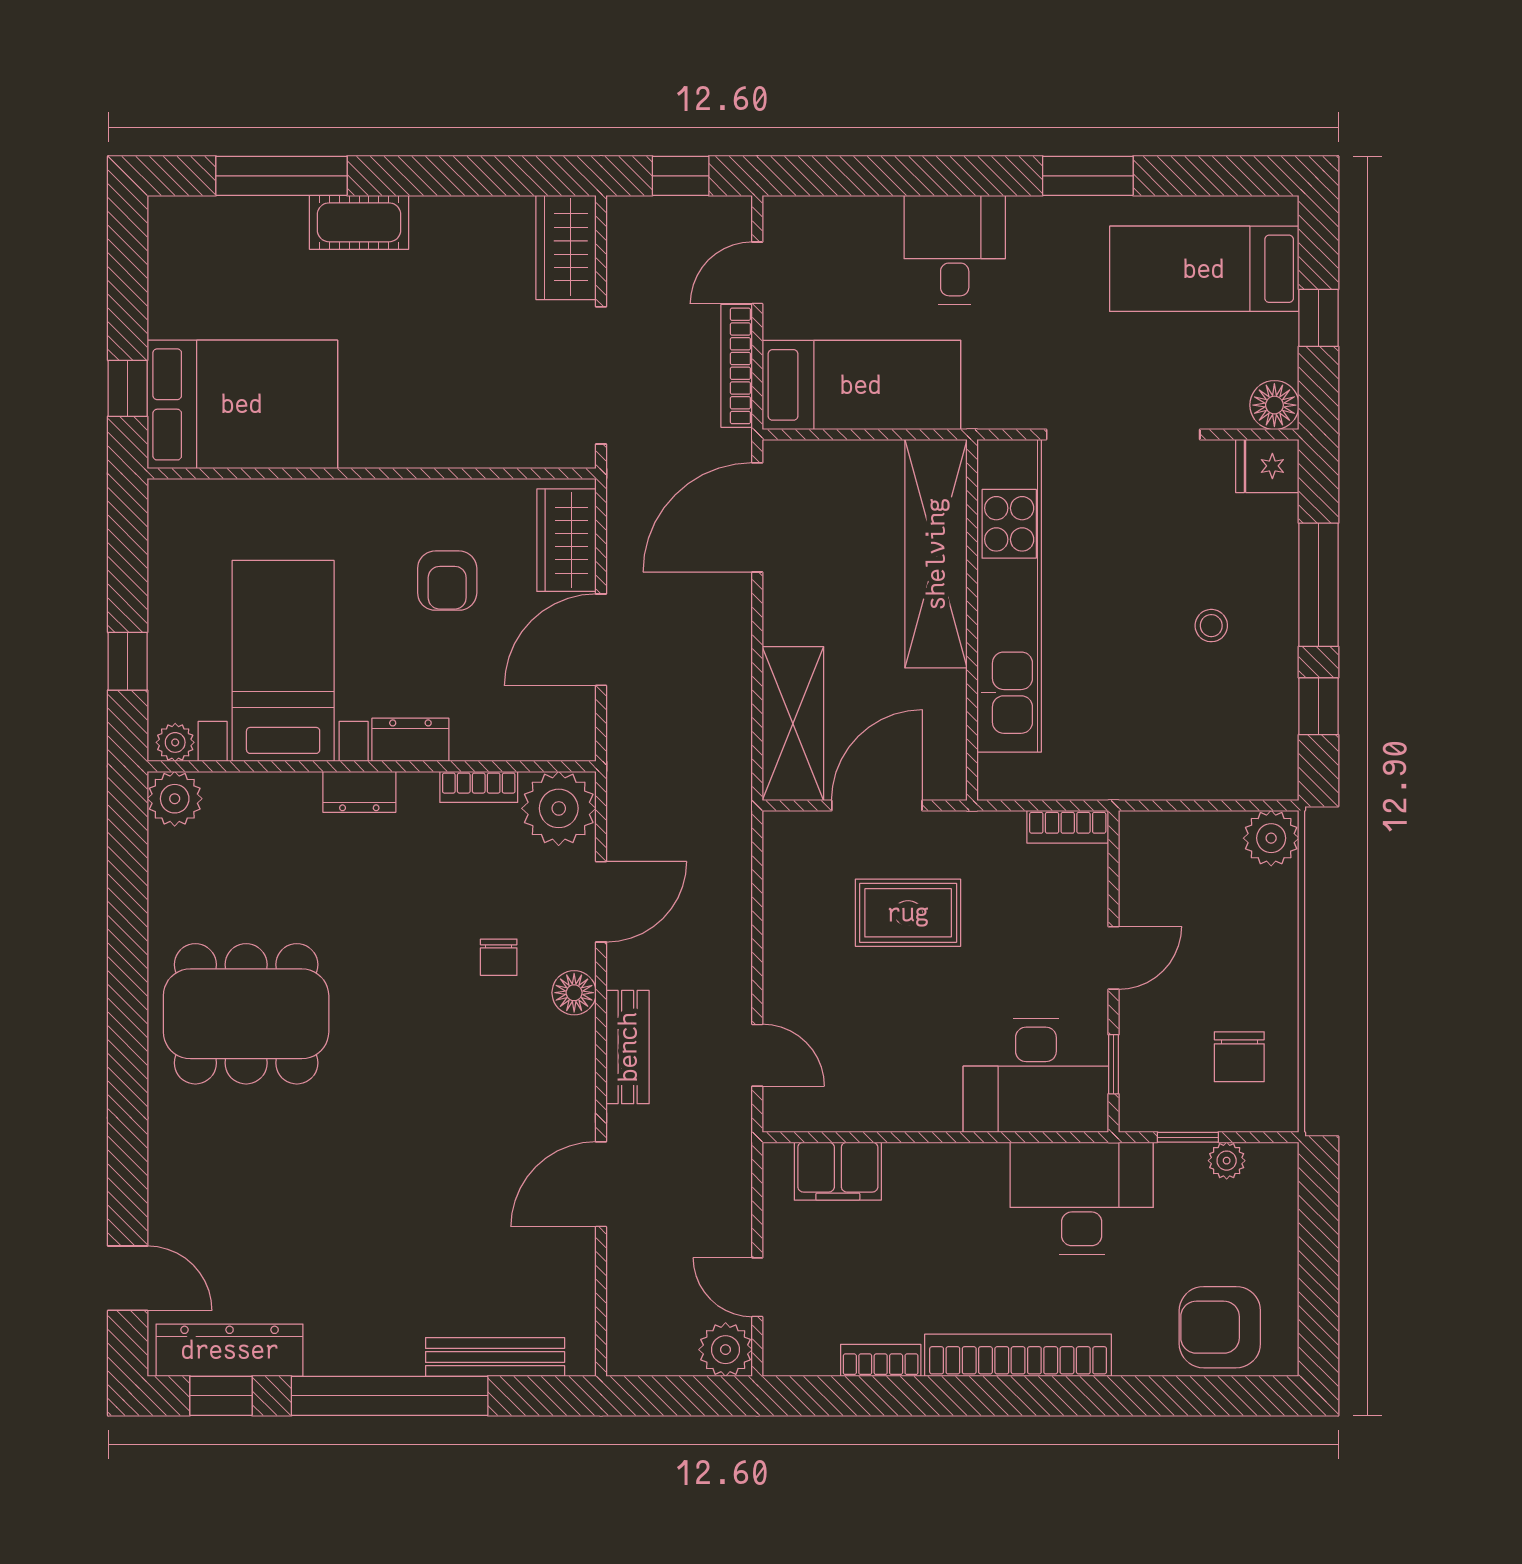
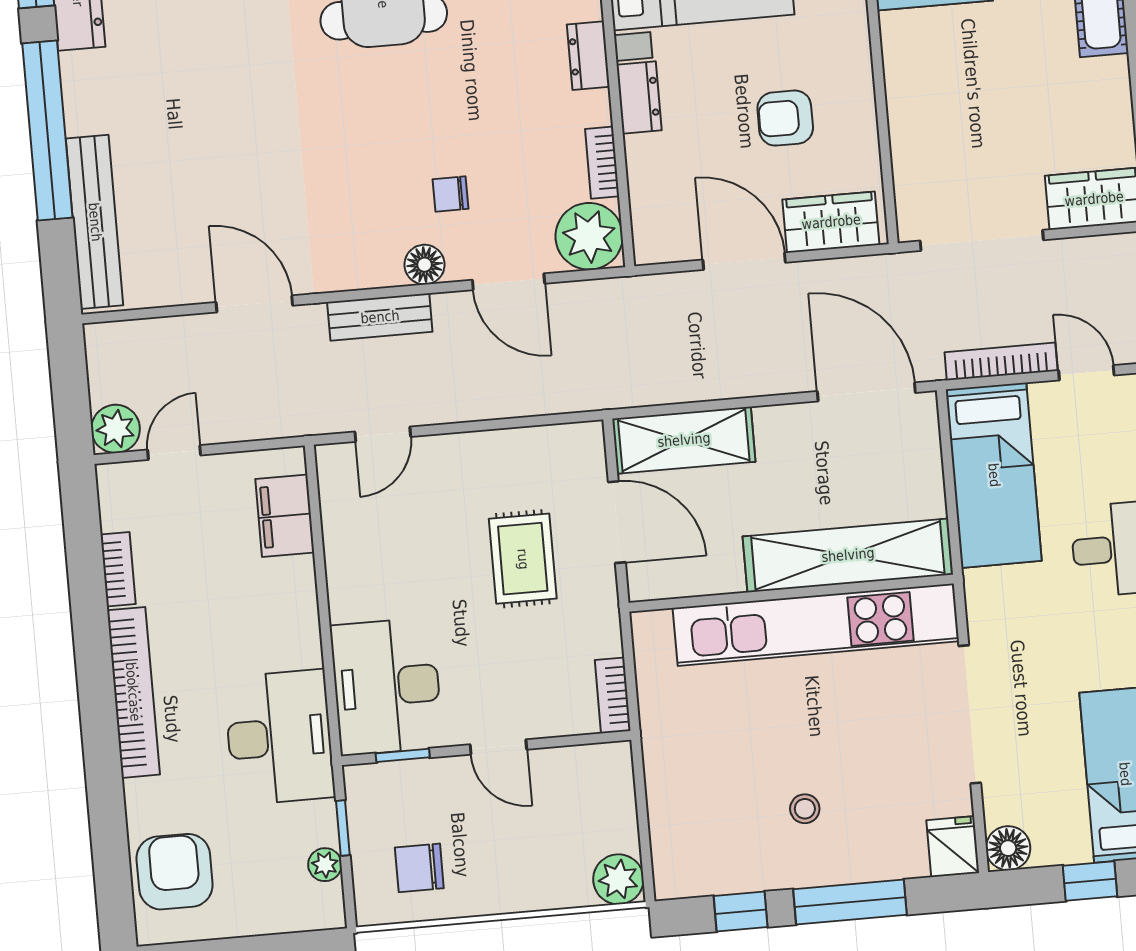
bench: (495, 1357) -> (95, 222), width x1.37, depth x1.21

